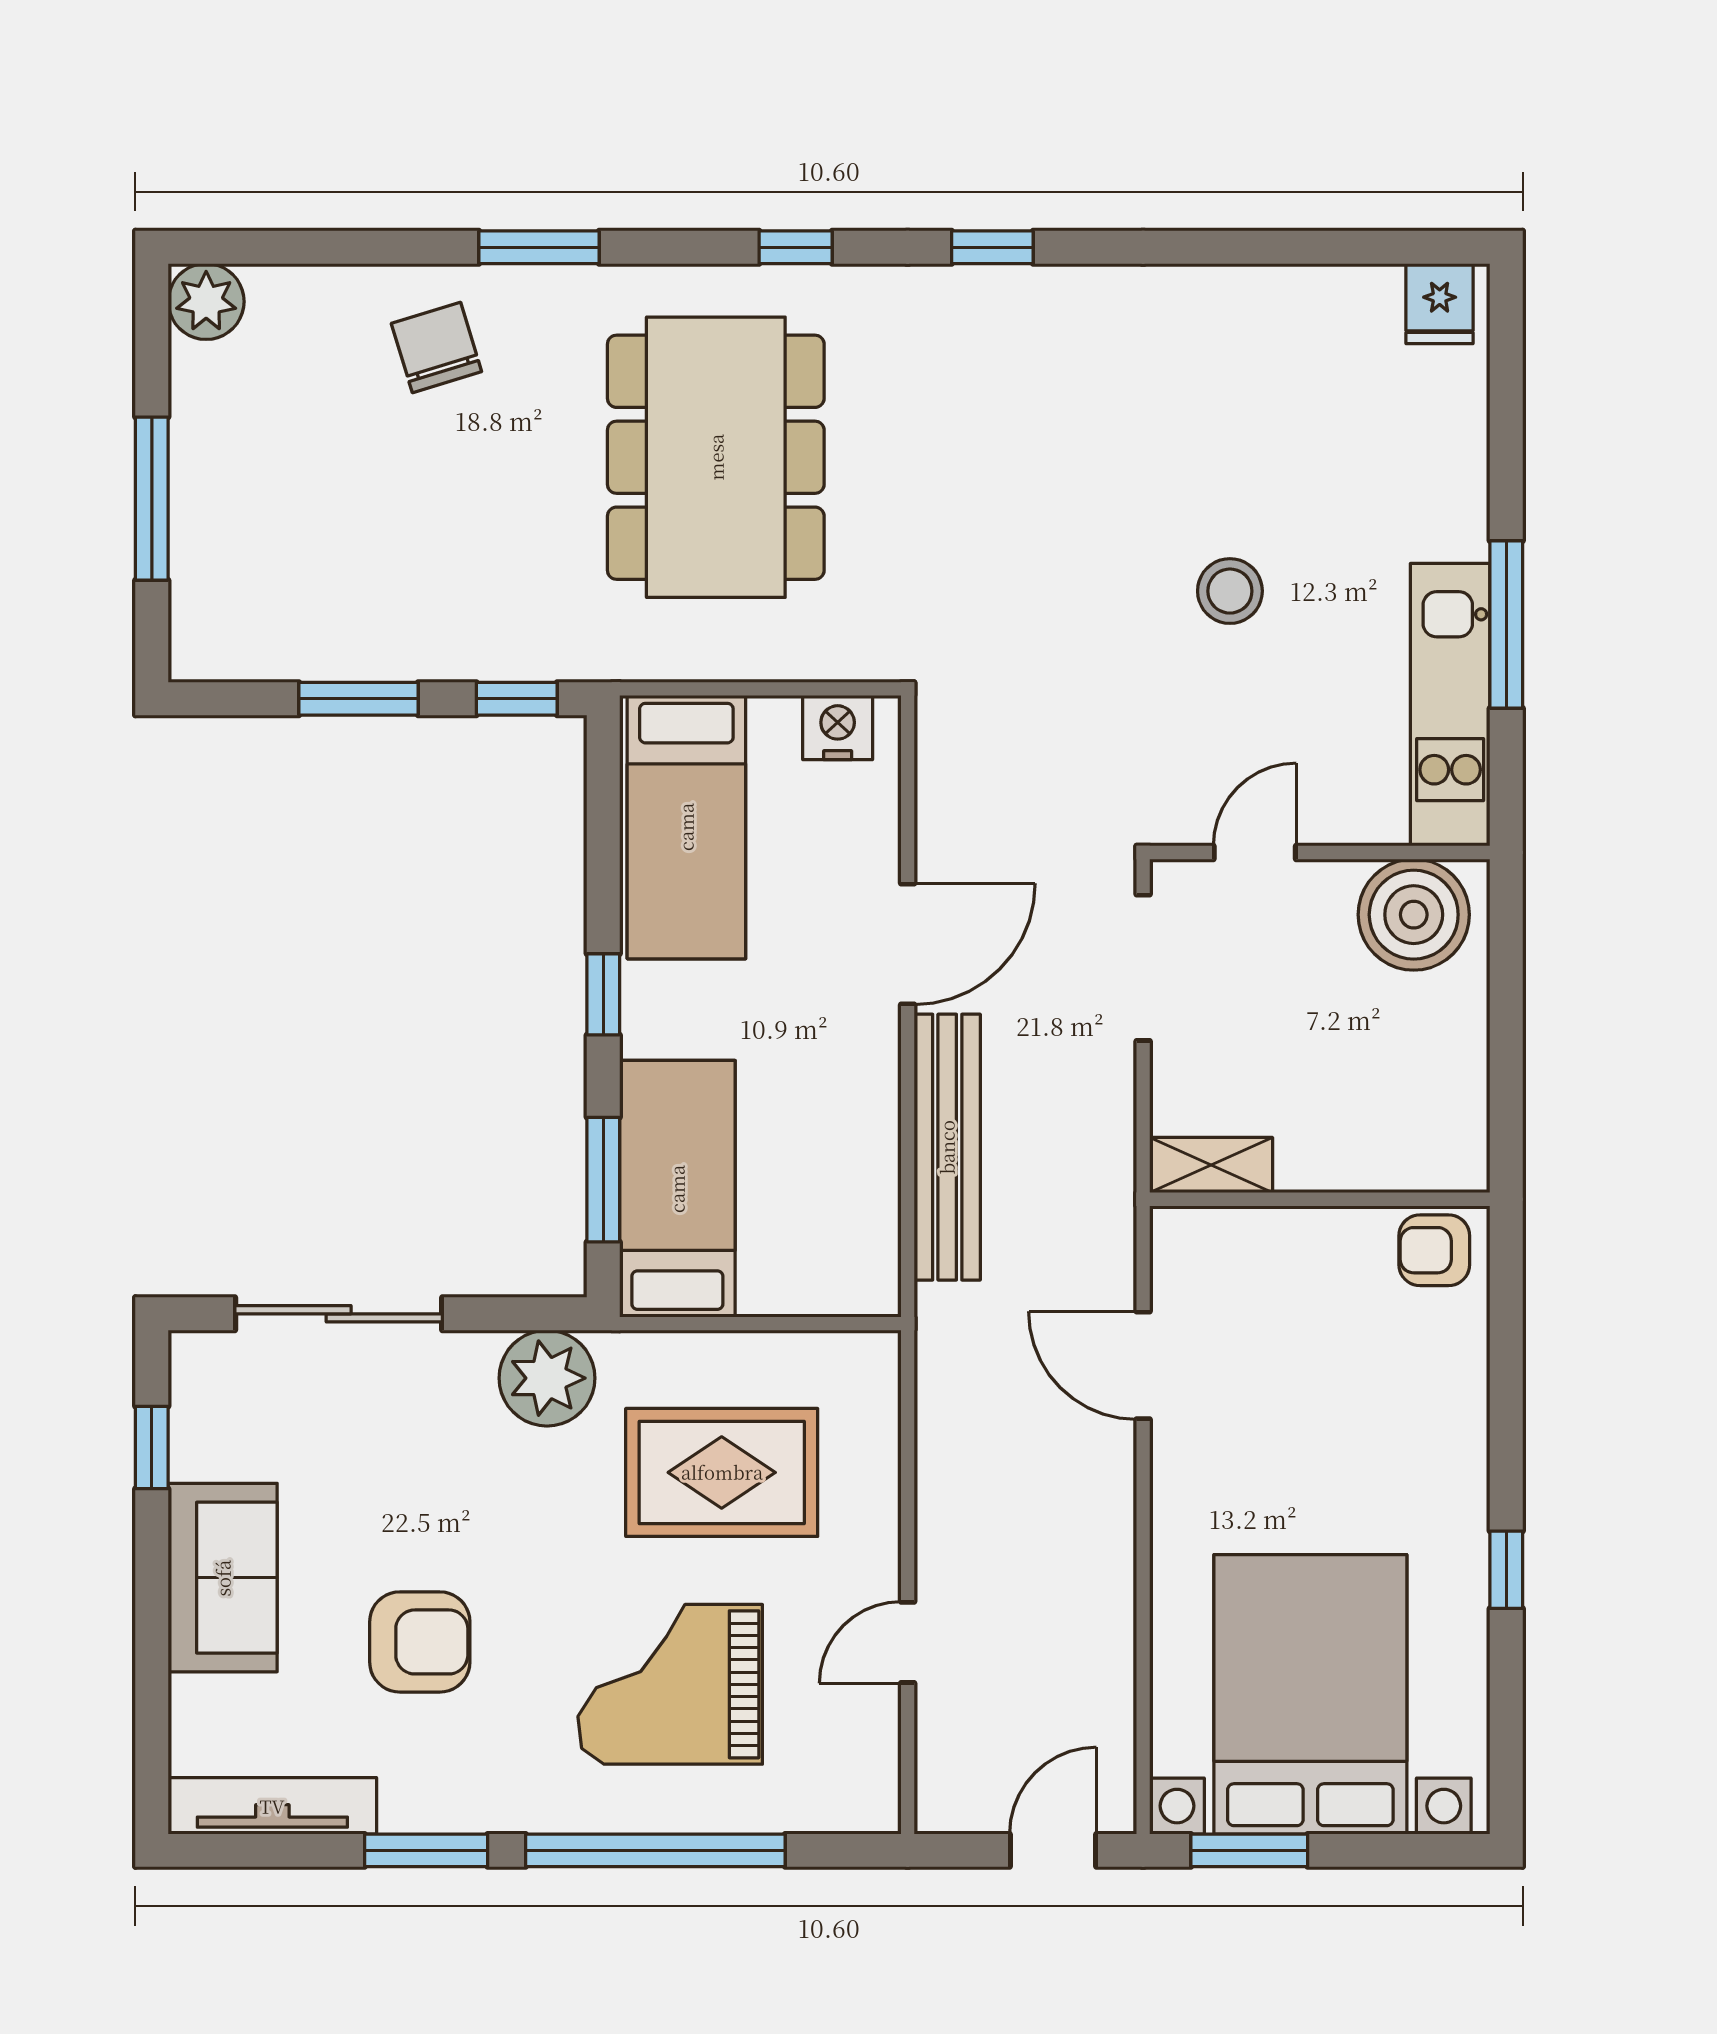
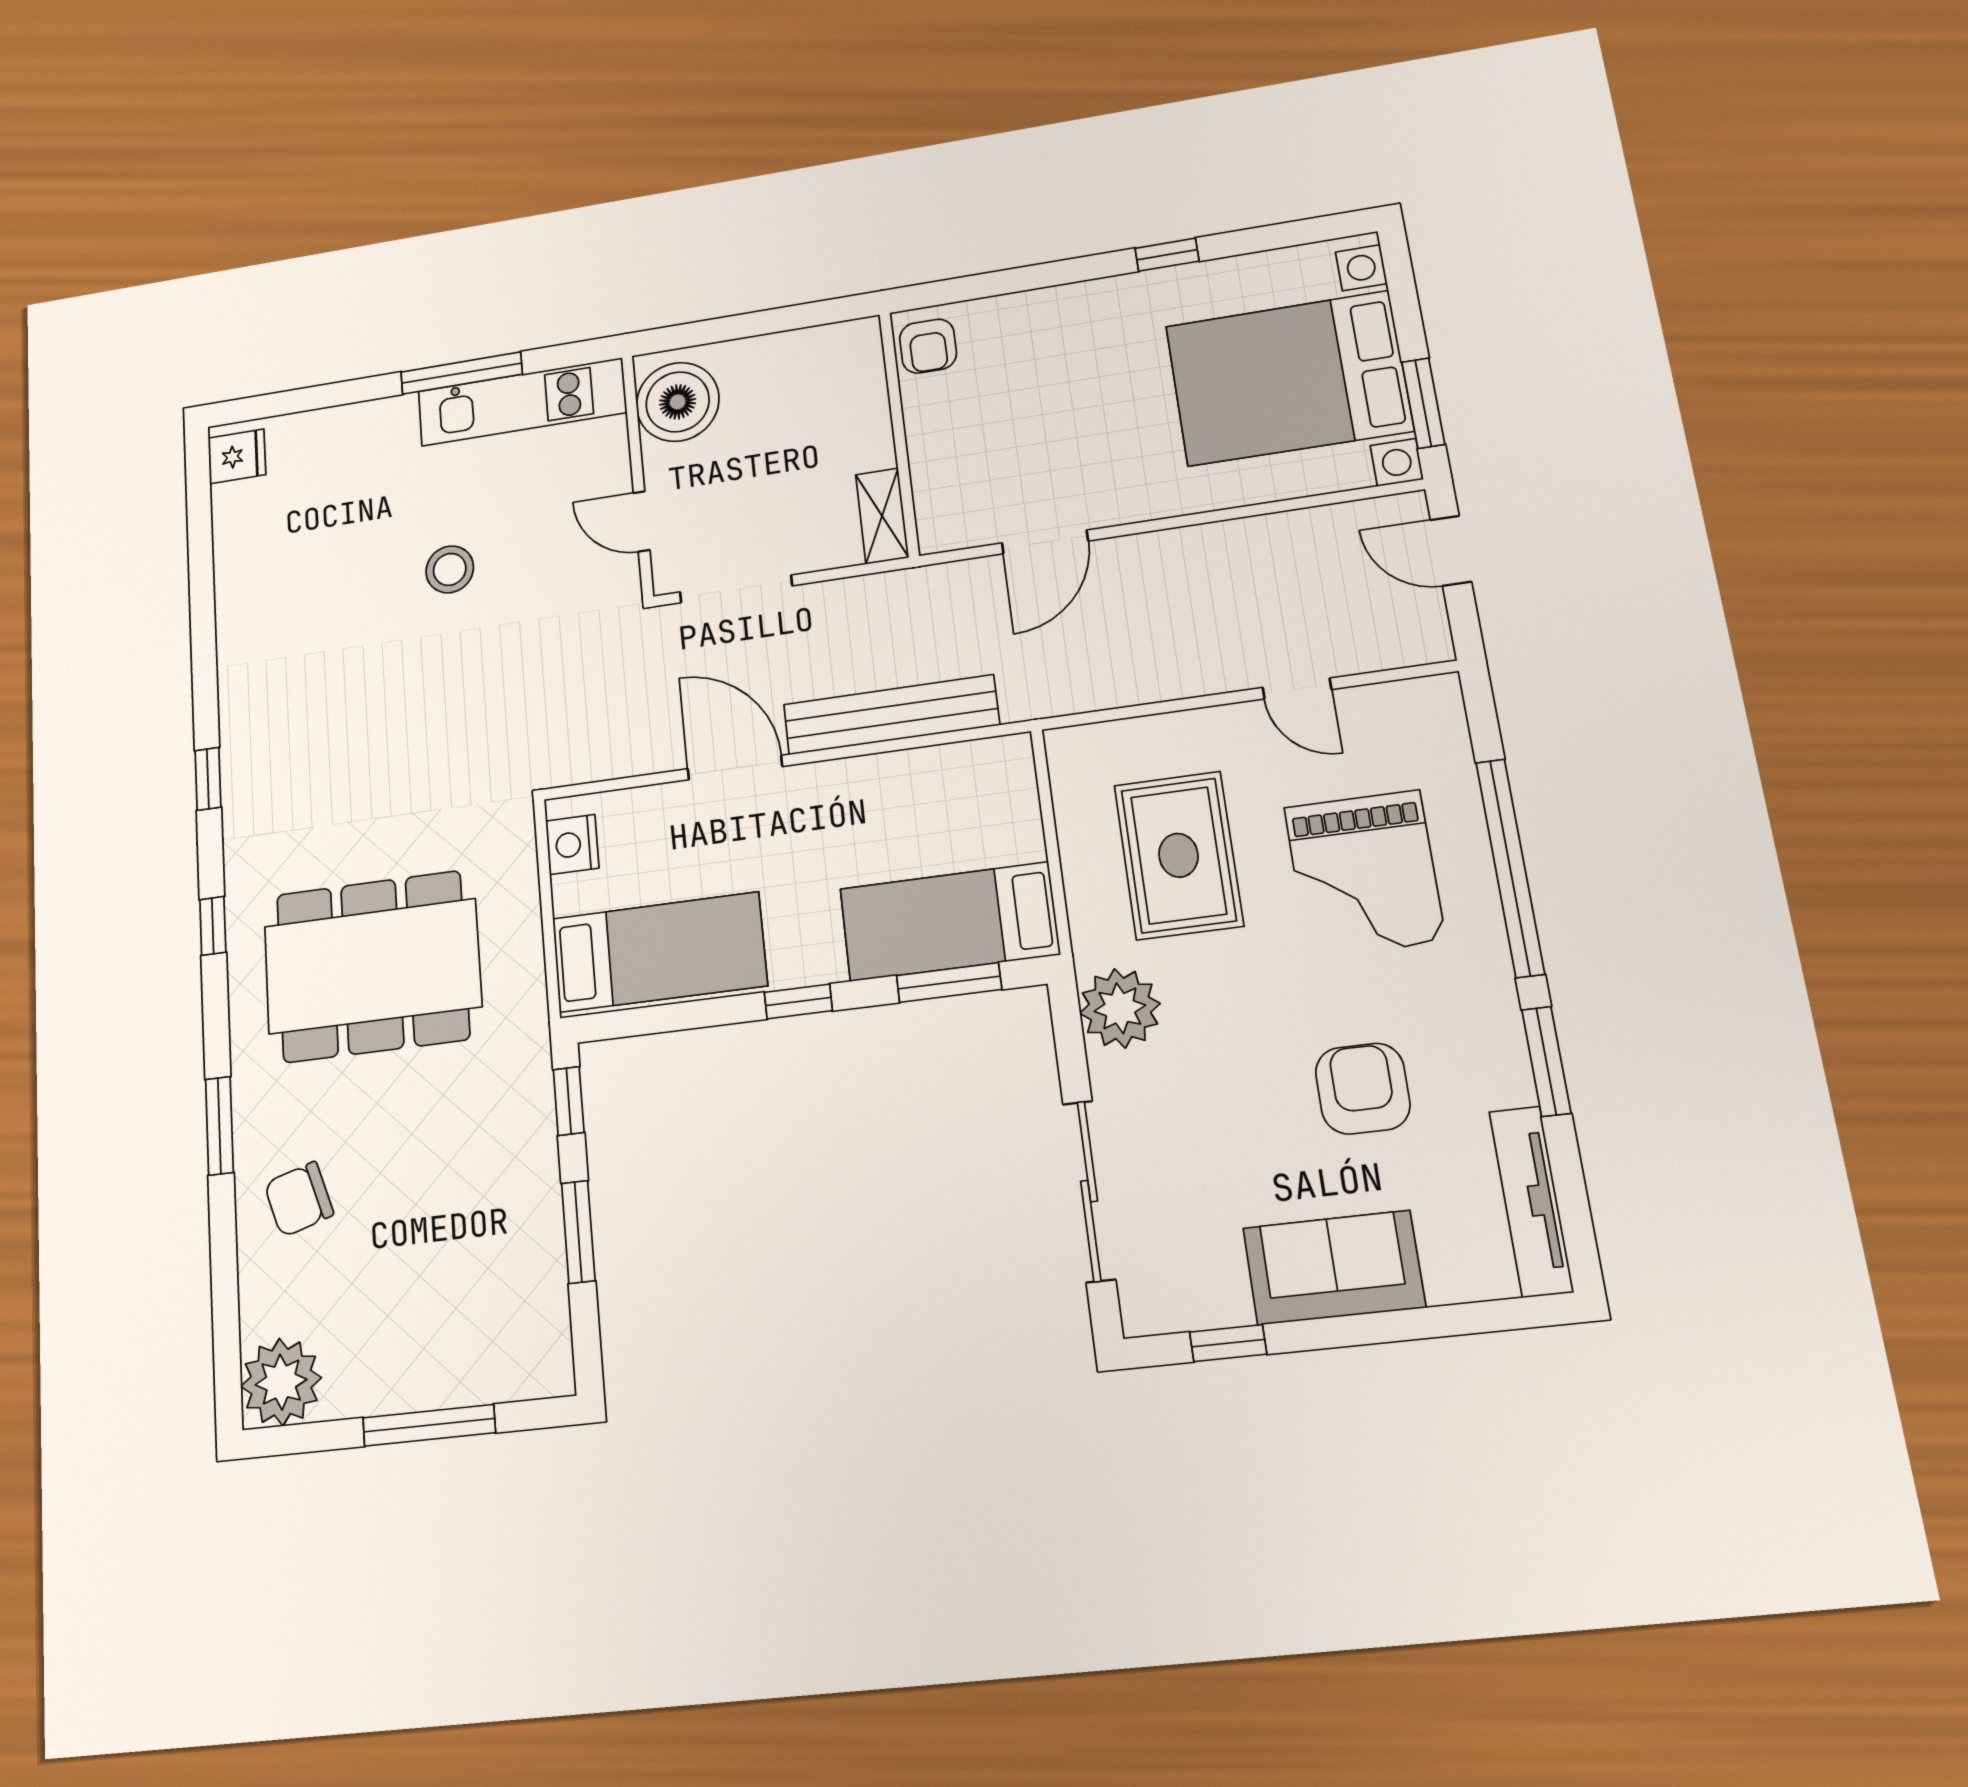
plant: (206, 302) -> (281, 1382), width x1.36, depth x1.36

